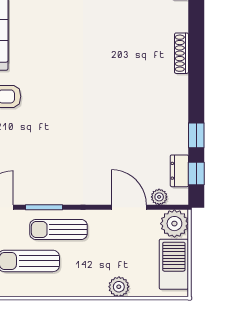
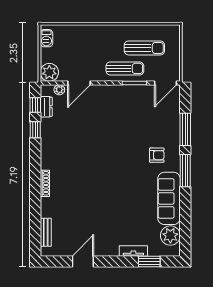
door: (129, 207) -> (79, 83), hinge flipped
barbecue: (174, 264) -> (46, 38), width x0.53, depth x0.65
plant: (119, 287) -> (86, 31), removed

